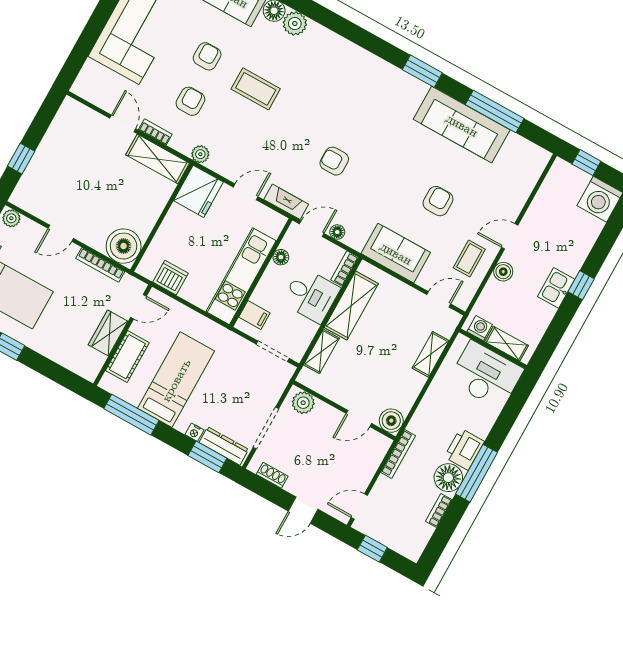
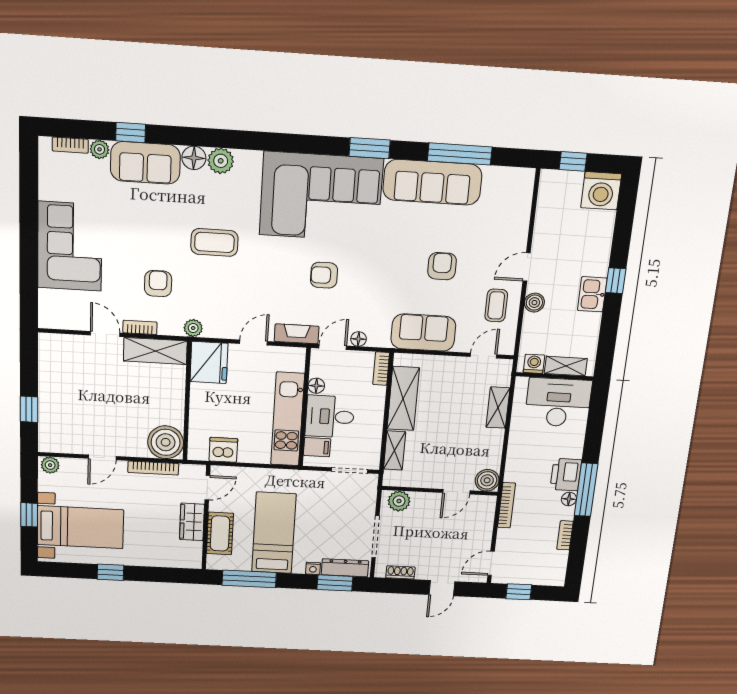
armchair: (207, 56) -> (152, 234), removed
corner sofa: (363, 93) -> (321, 197), added
desk: (311, 295) -> (330, 417), moved, turned 180
floor lamp: (448, 478) -> (569, 499), width x0.53, depth x0.53

